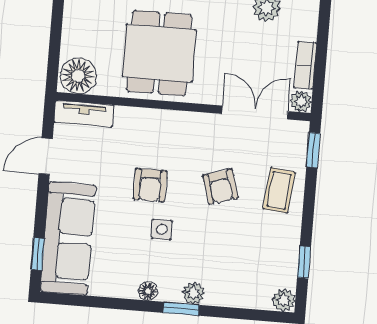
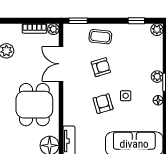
dining table: (159, 53) -> (34, 105), turned 90
double door: (255, 113) -> (61, 64), moved
armchair: (150, 185) -> (103, 104), turned -106

